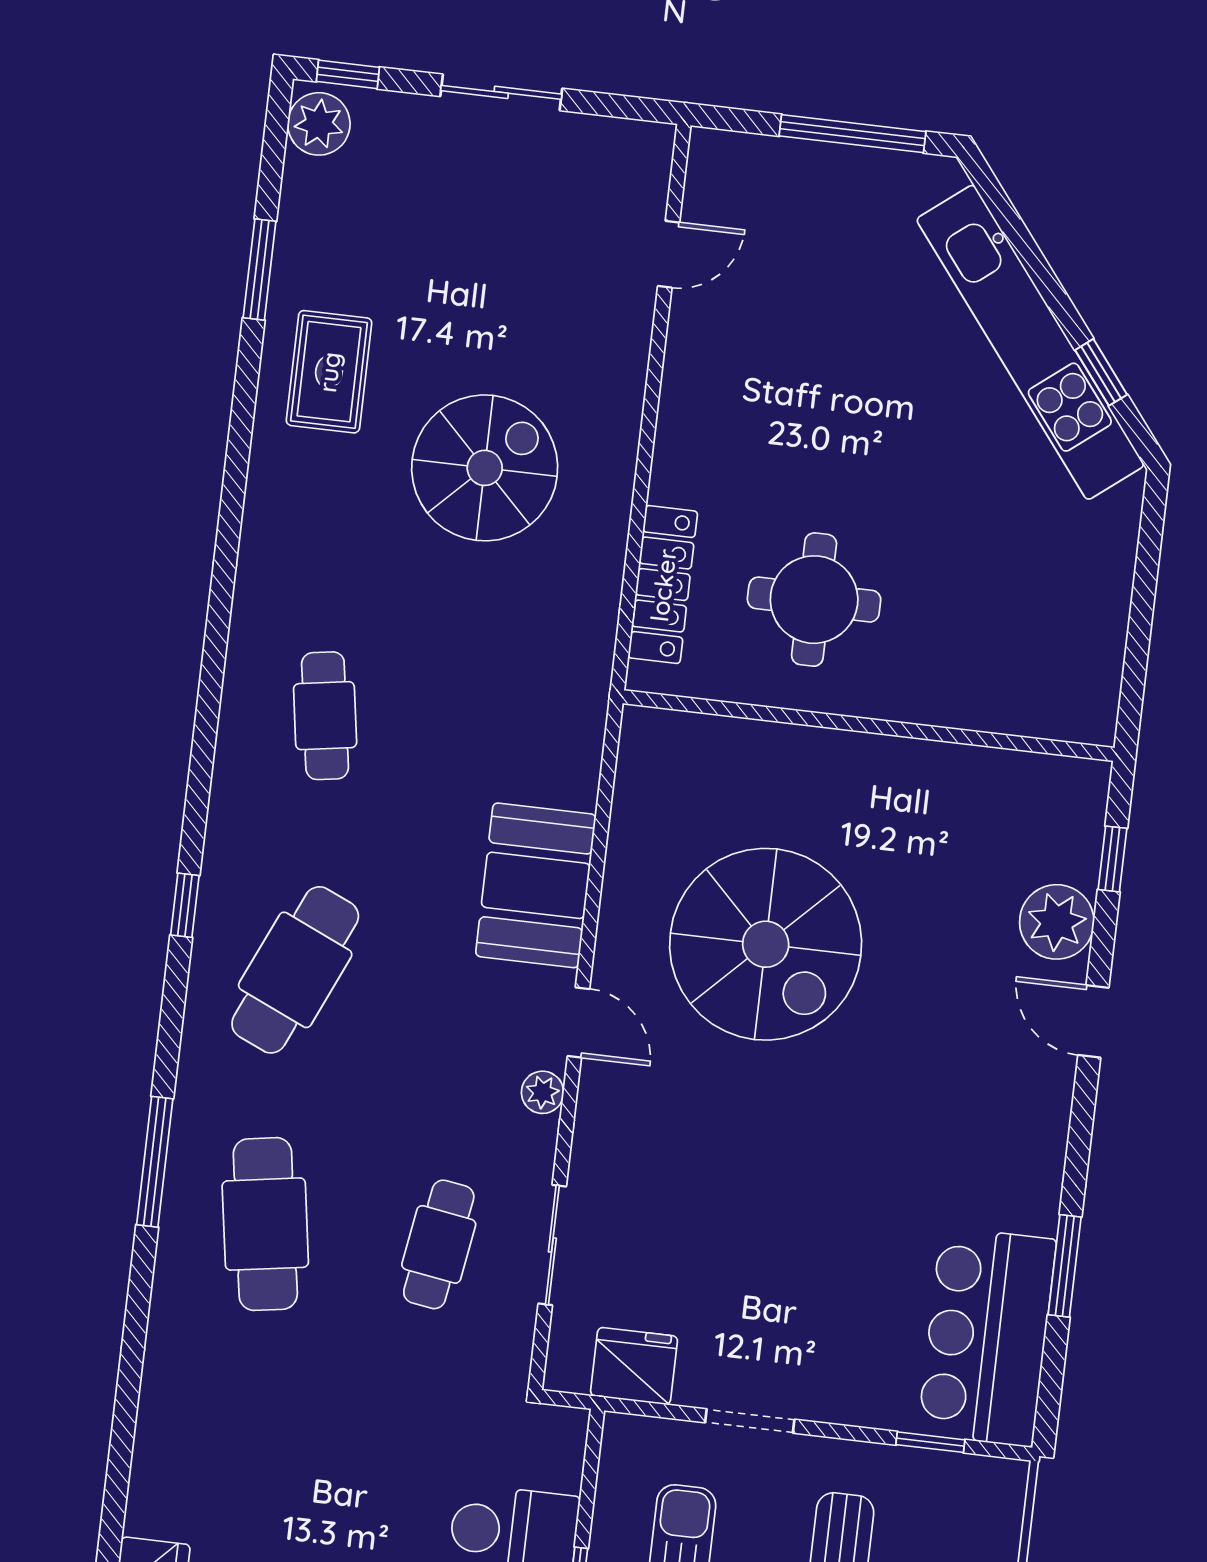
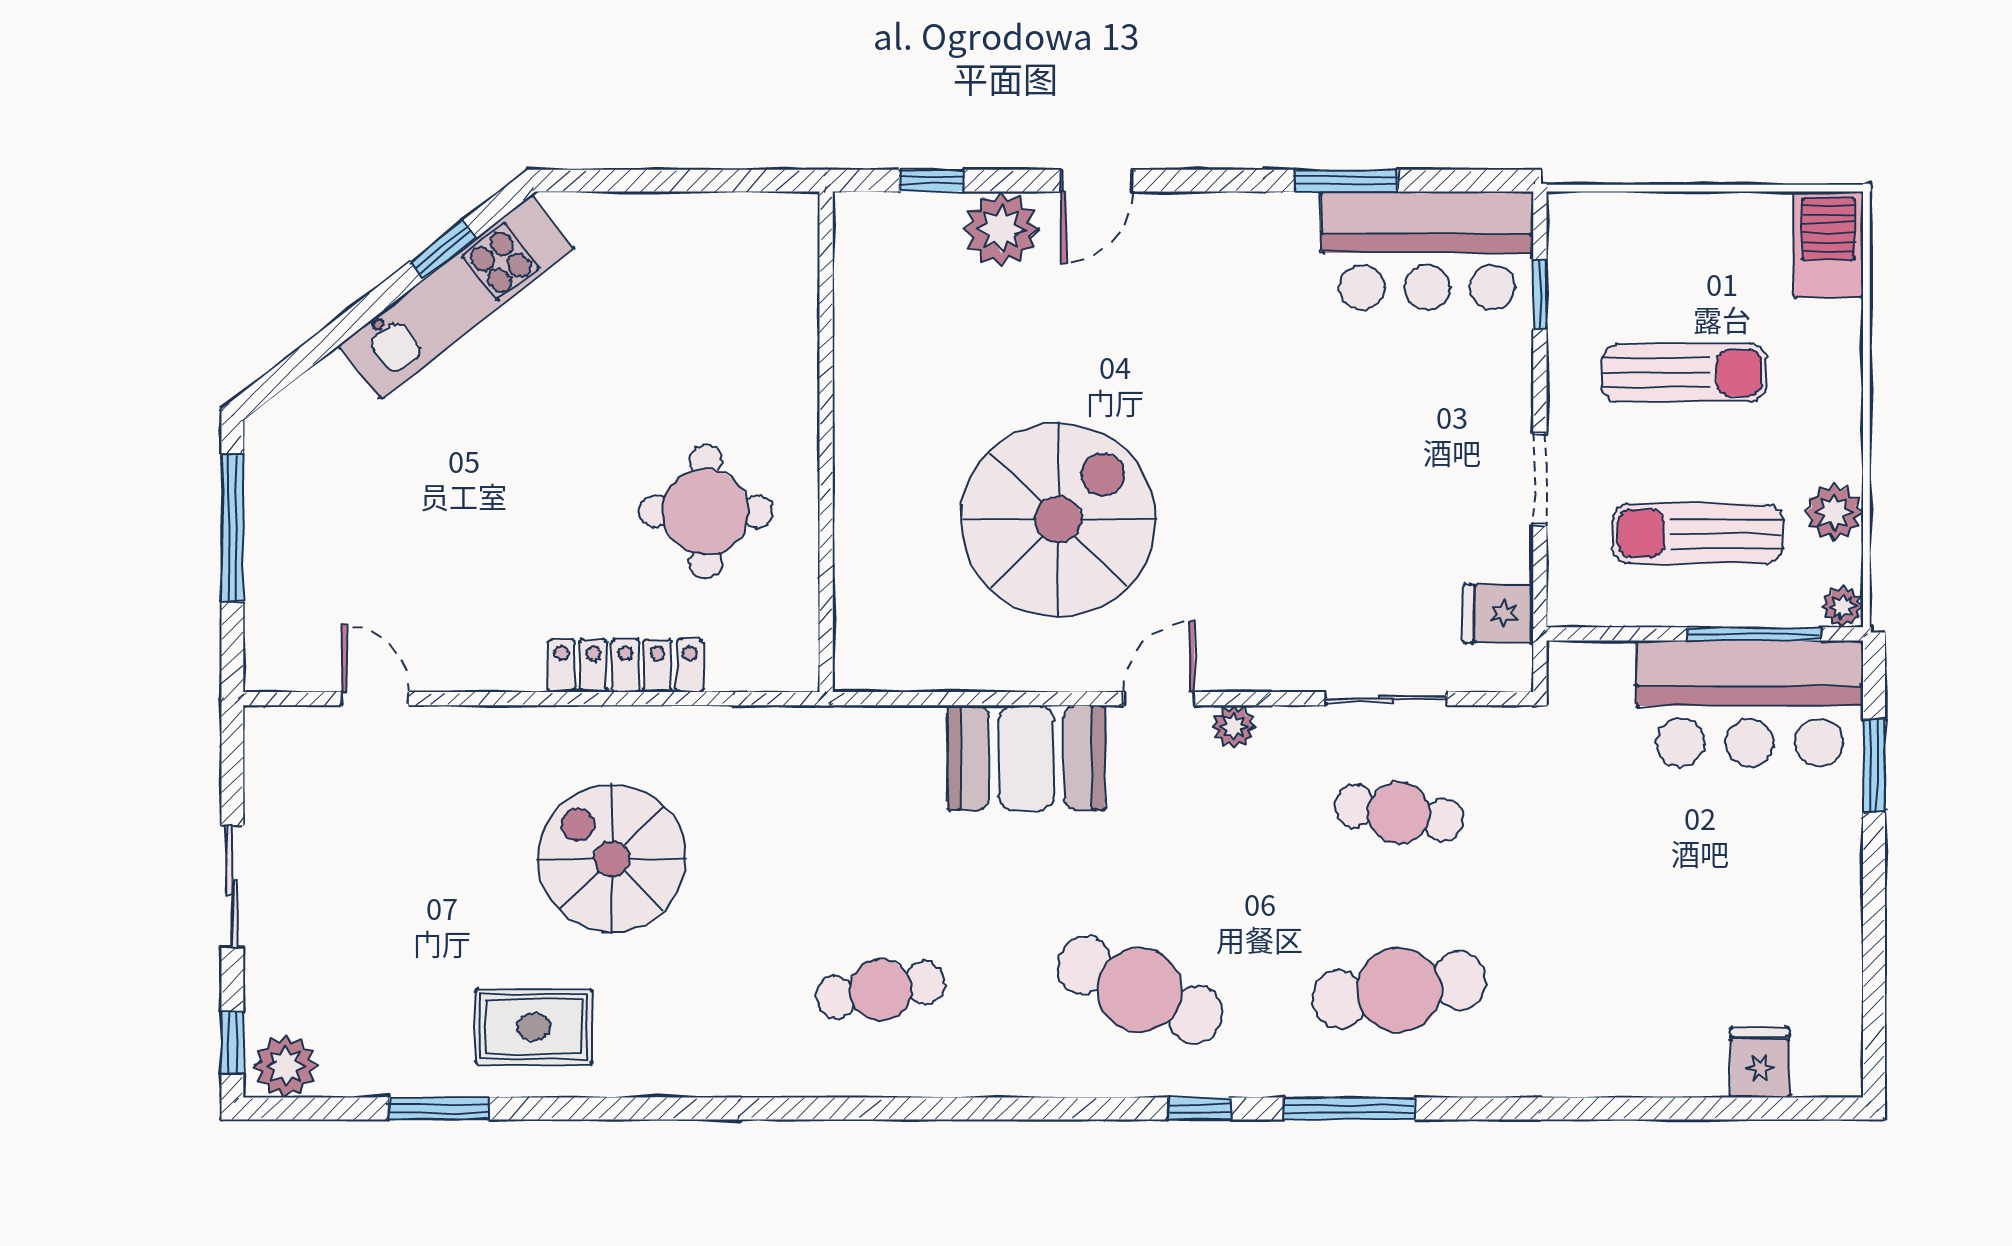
kitchen unit: (1030, 342) -> (456, 297), width x0.73
locker: (663, 585) -> (625, 666), moved
window: (185, 905) -> (1200, 1109), moved
fridge: (634, 1366) -> (1498, 613), width x0.72

